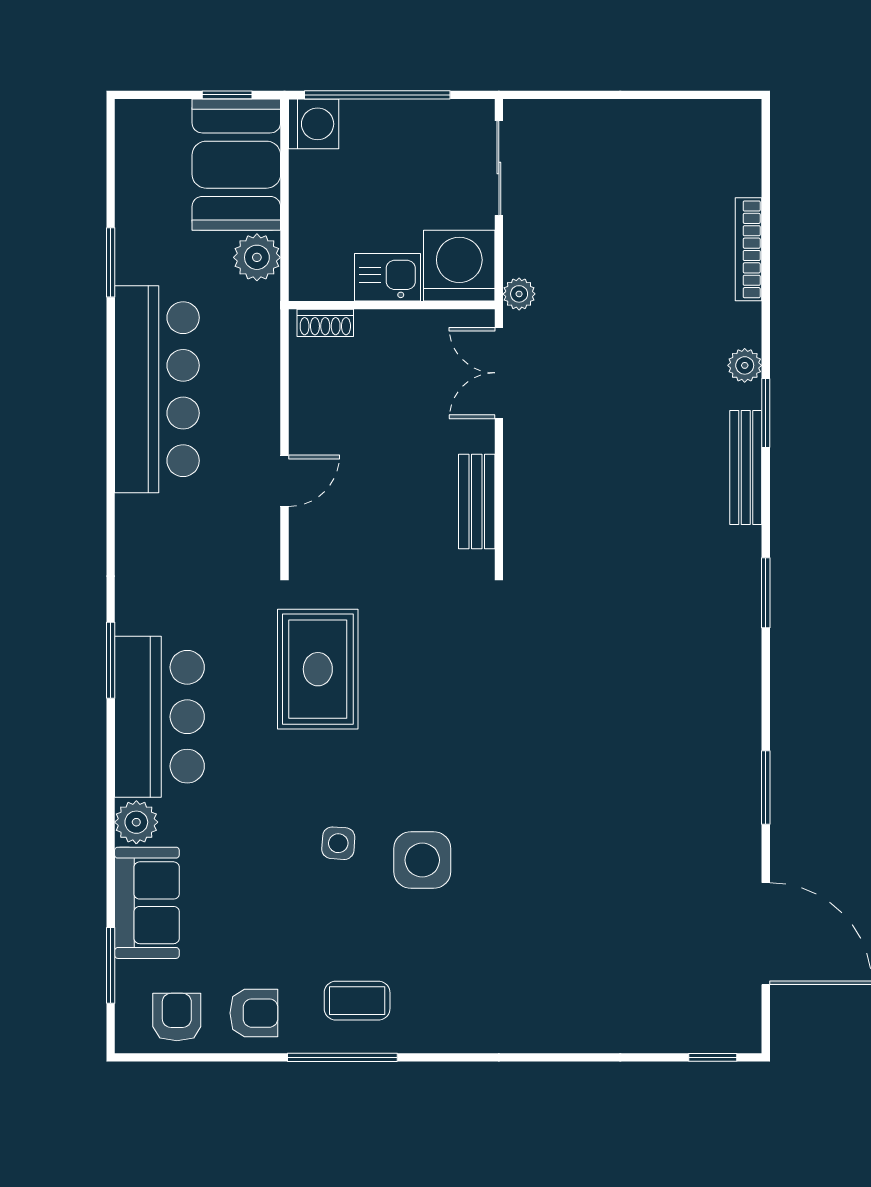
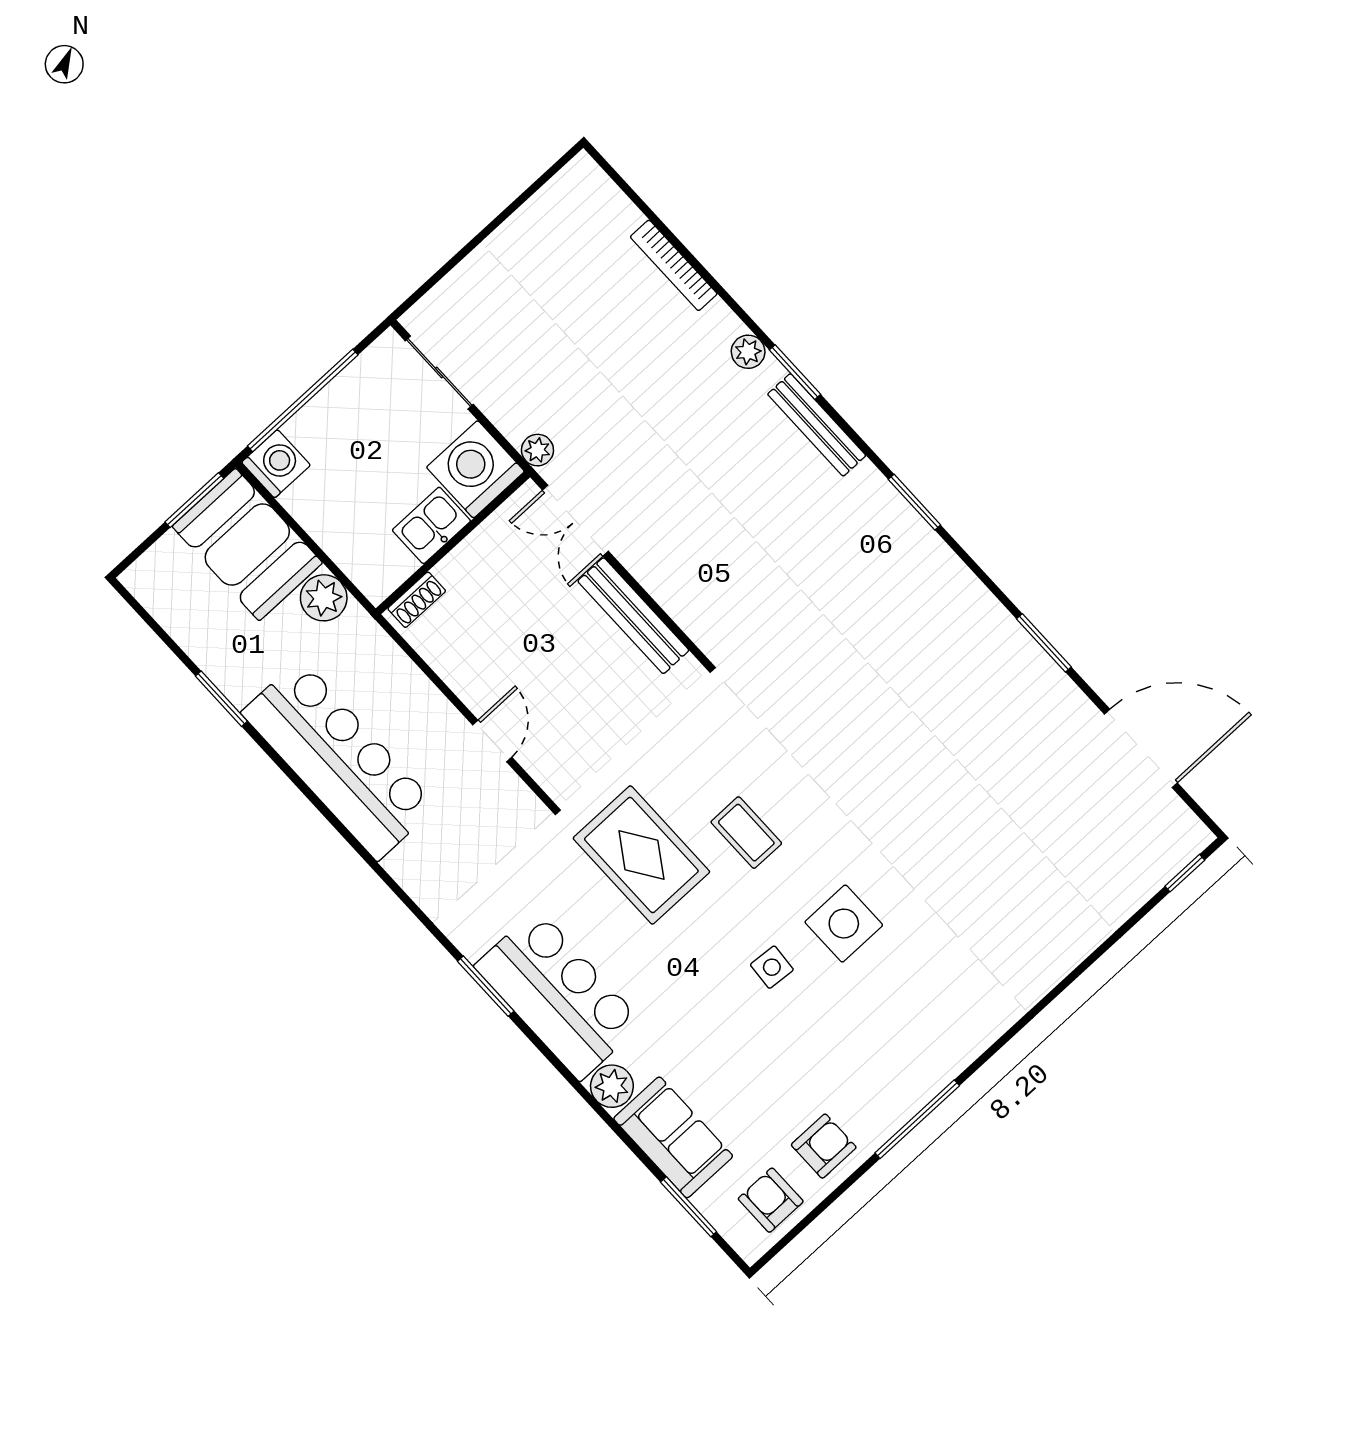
window: (227, 95) -> (194, 500), width x1.50
bench: (477, 501) -> (633, 616), width x1.36
coffee table: (357, 1001) -> (746, 833), moved, turned 90

